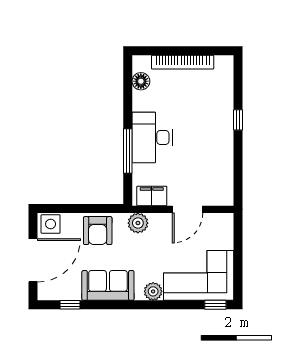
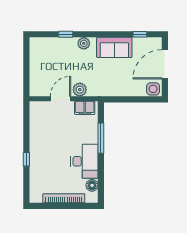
desk: (152, 137) -> (84, 161), moved
plant: (138, 223) -> (80, 90), moved
armchair: (98, 231) -> (121, 84), removed
corner sofa: (199, 275) -> (53, 54), removed
window: (215, 305) -> (66, 34), moved

